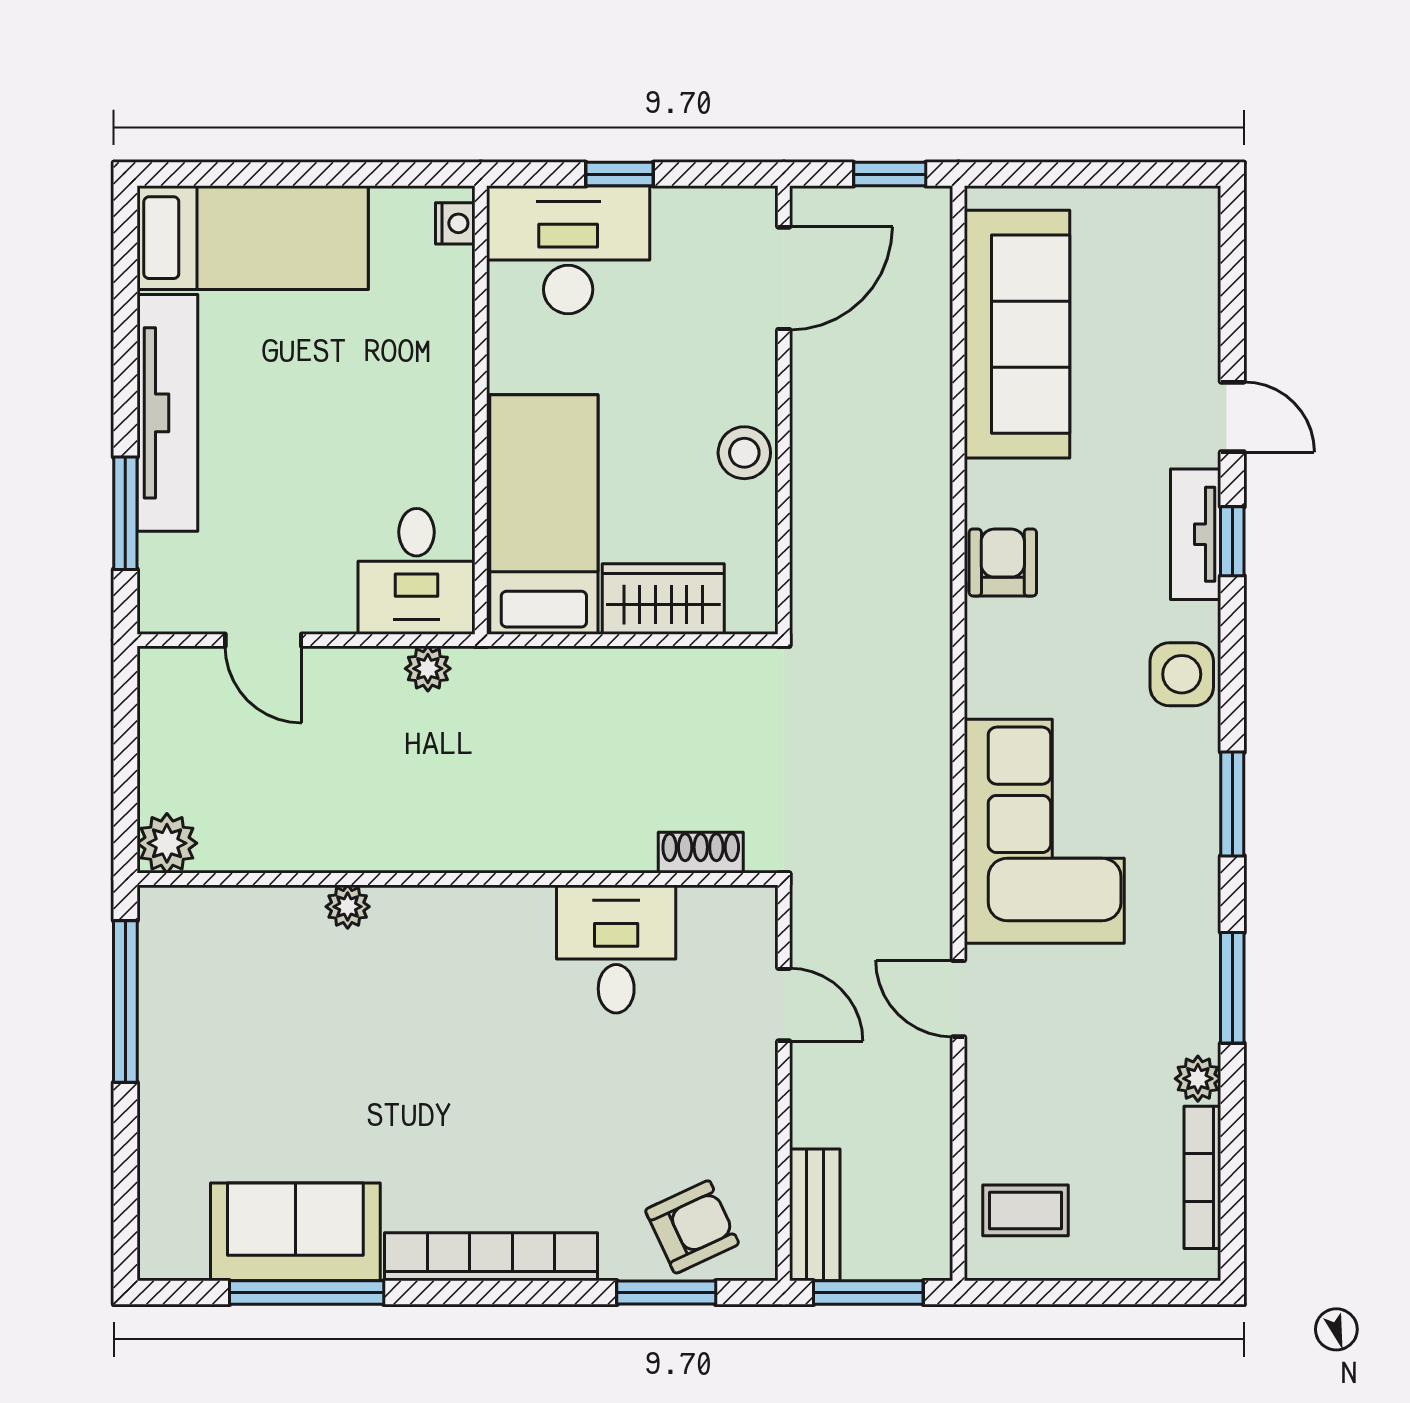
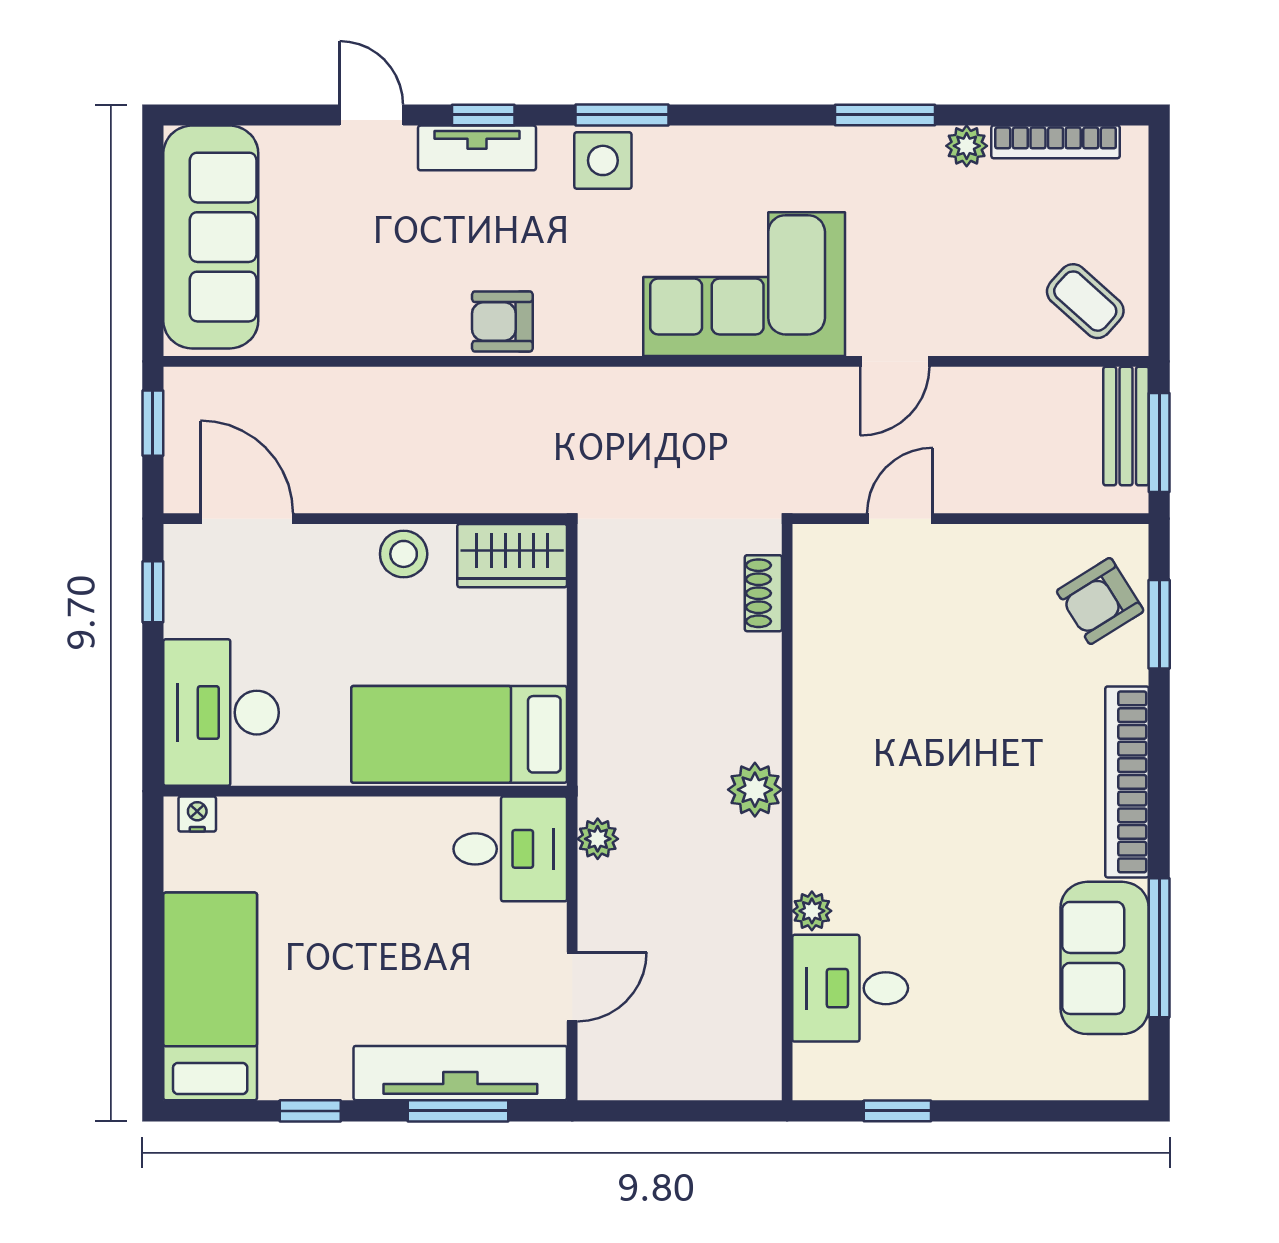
window: (619, 174) -> (153, 592), moved
sofa: (1017, 334) -> (211, 237), moved, turned 90
window: (125, 349) -> (310, 1111), added
tv unit: (167, 413) -> (460, 1073), moved
door: (1232, 417) -> (371, 115), hinge flipped
wardrobe: (663, 599) -> (512, 556), moved, turned -90
window: (1232, 804) -> (622, 115), moved
plant: (167, 843) -> (755, 790), moved
desk: (616, 949) -> (850, 988), moved
window: (125, 1002) -> (897, 1111), width x0.46
coffee table: (1025, 1210) -> (1085, 301), turned -48
bench: (815, 1215) -> (1126, 426), moved, turned 90
armchair: (692, 1227) -> (1100, 601), turned -97

